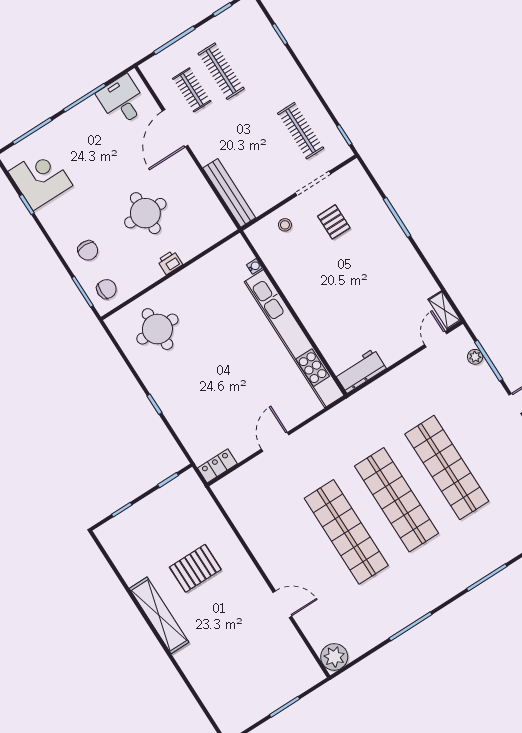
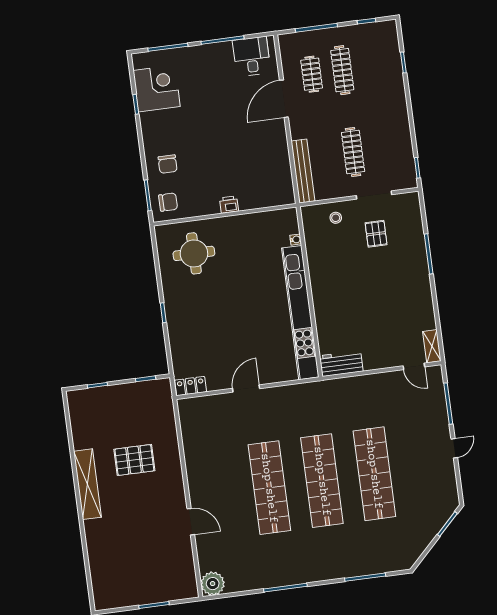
clothes rail: (301, 131) -> (353, 152), moved
round table: (145, 213) -> (228, 156), removed
door: (436, 339) -> (414, 366), swing flipped
plant: (475, 357) -> (439, 395), removed

